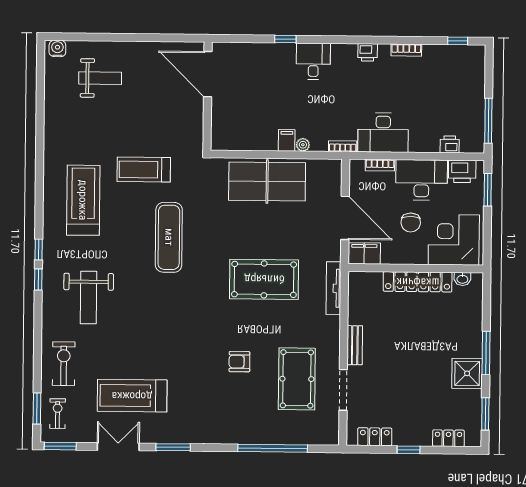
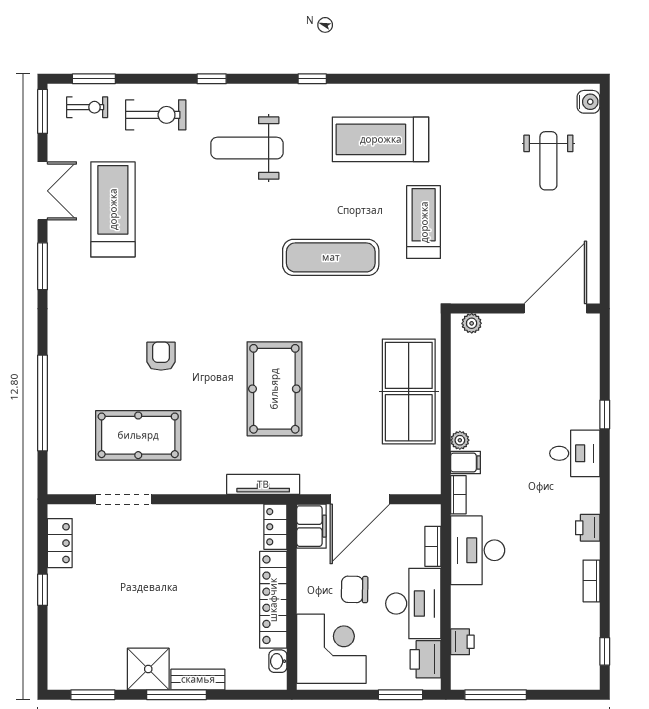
plant: (218, 135) -> (472, 323), added
filing cabinet: (287, 140) -> (466, 463), moved
treadmill: (83, 200) -> (381, 139), turned 180
window: (38, 280) -> (212, 79), moved
bench: (355, 345) -> (198, 679), moved
locker: (448, 438) -> (275, 527), moved, turned 180

